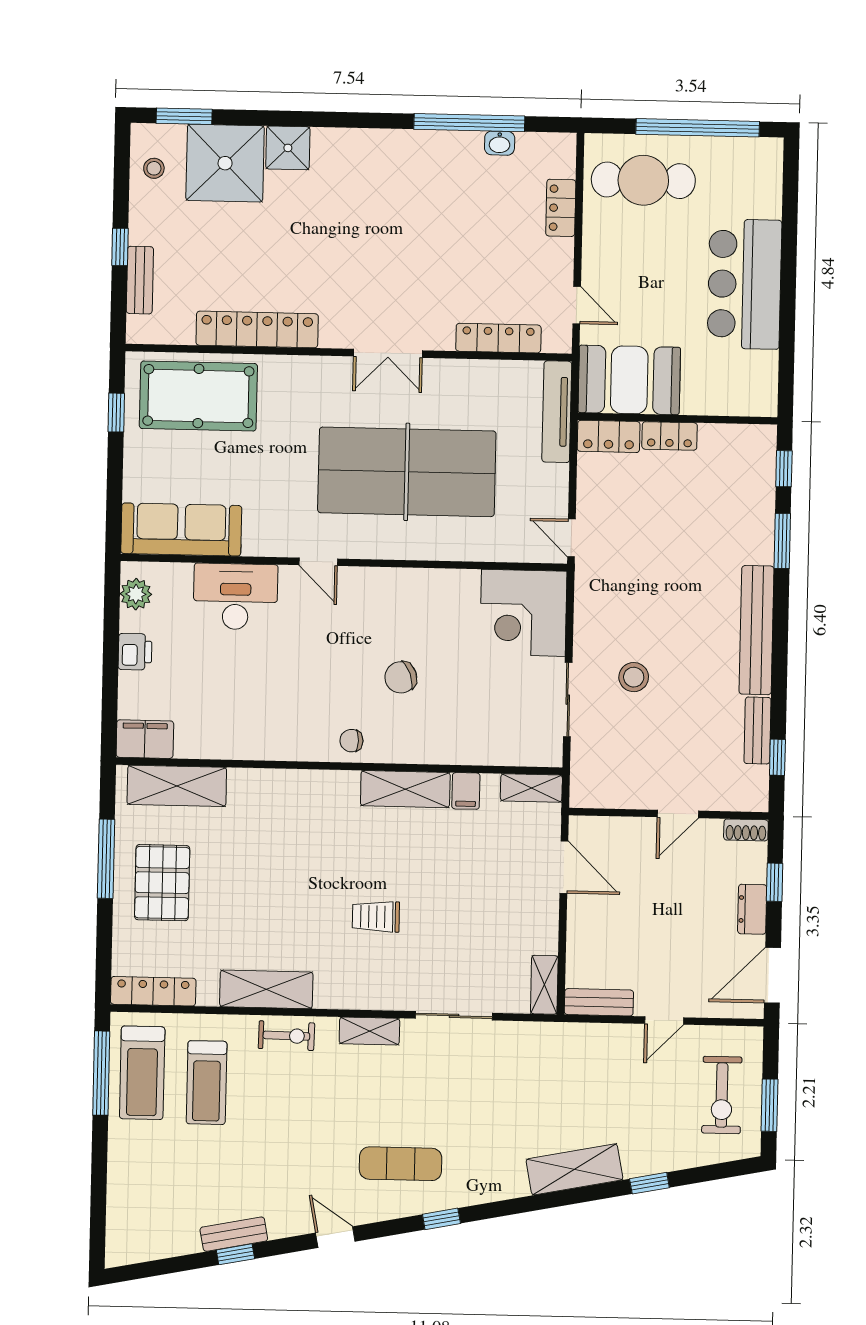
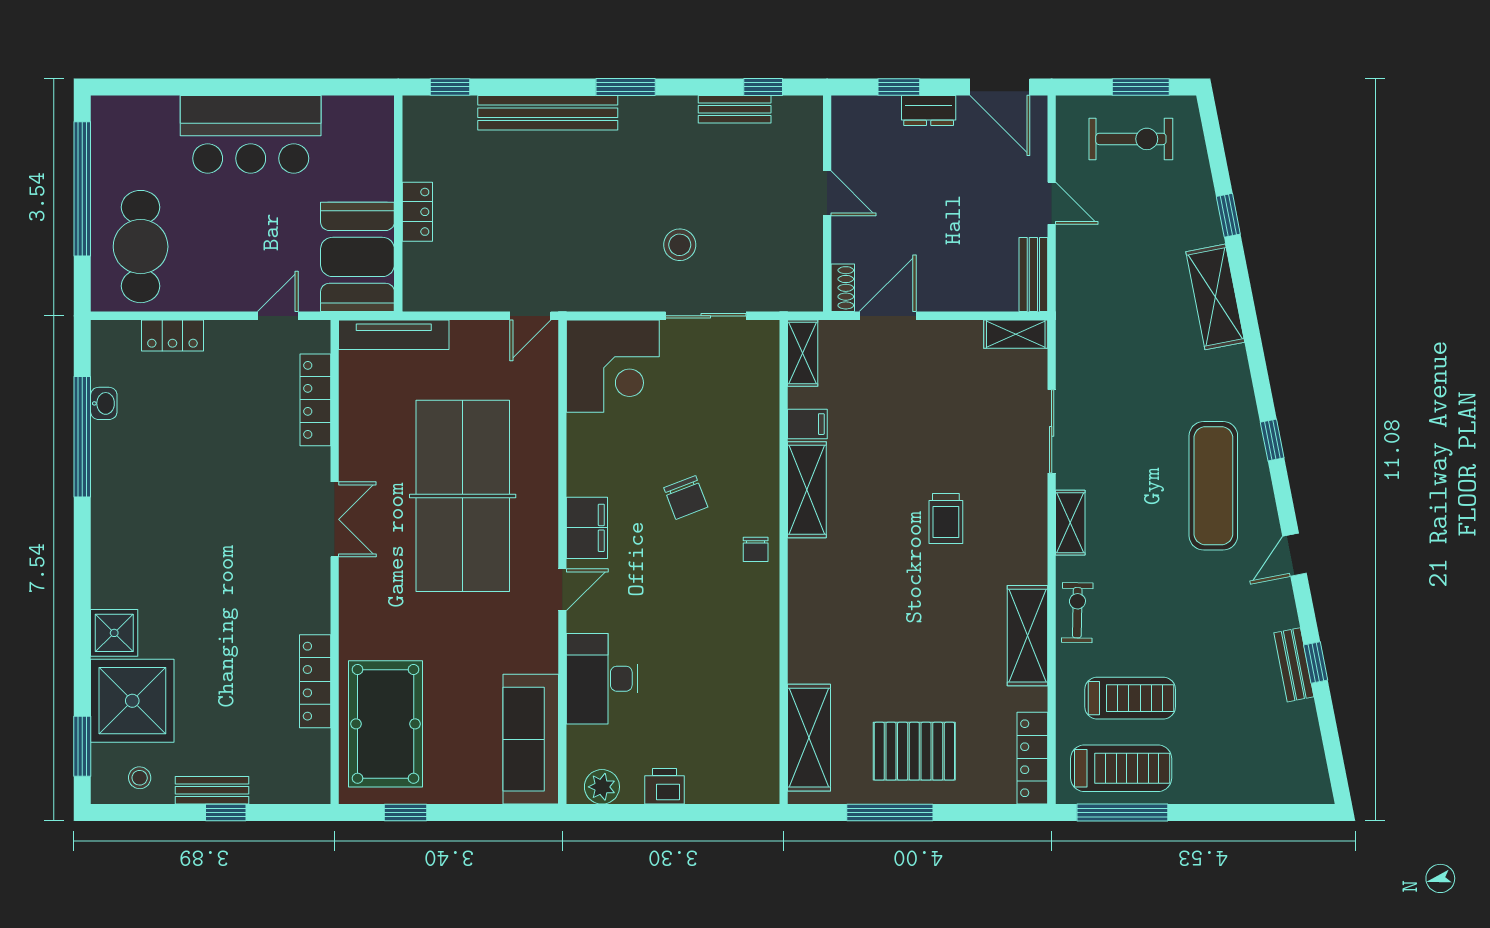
bench: (140, 280) -> (212, 790), moved
locker: (257, 329) -> (315, 681), width x0.71, depth x0.83
locker: (609, 436) -> (419, 278), removed
window: (782, 541) -> (626, 87), moved
bench: (757, 630) -> (548, 113), moved
filing cabinet: (145, 739) -> (587, 528), moved, turned 180
shoe rack: (746, 830) -> (843, 288), moved
exercise mat: (401, 1164) -> (1213, 486), width x1.36, depth x1.45

